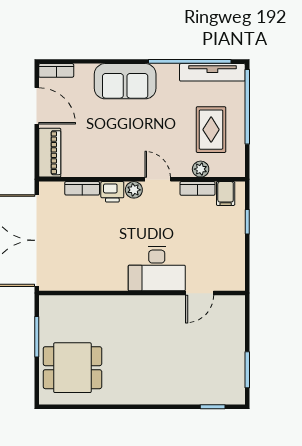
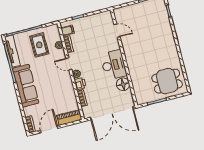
sofa: (125, 81) -> (26, 86), width x1.36
rug: (211, 130) -> (39, 45), turned 90
door: (158, 179) -> (69, 64), hinge flipped
desk: (157, 269) -> (114, 65), moved
floor lamp: (89, 278) -> (123, 84), added
dining table: (72, 368) -> (167, 81), turned 90

